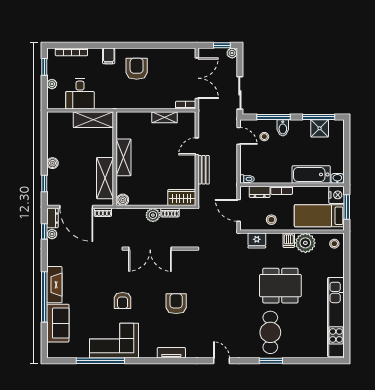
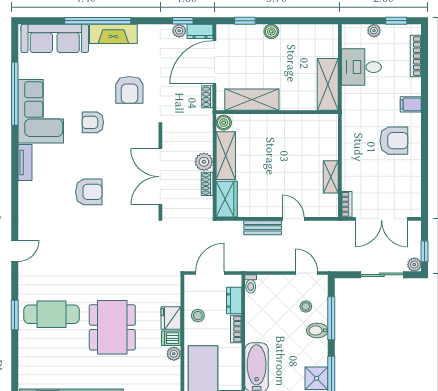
sliding door: (240, 93) -> (382, 275), moved
door: (239, 136) -> (307, 273), swing flipped
shelving: (123, 157) -> (226, 156), moved, turned 90
fridge: (257, 240) -> (171, 318), moved
plant: (305, 243) -> (174, 354), width x0.53, depth x0.53
double door: (150, 249) -> (160, 177), moved
armchair: (97, 272) -> (129, 90), added
sofa: (58, 323) -> (55, 38), width x1.36
tv unit: (171, 353) -> (25, 163), moved

